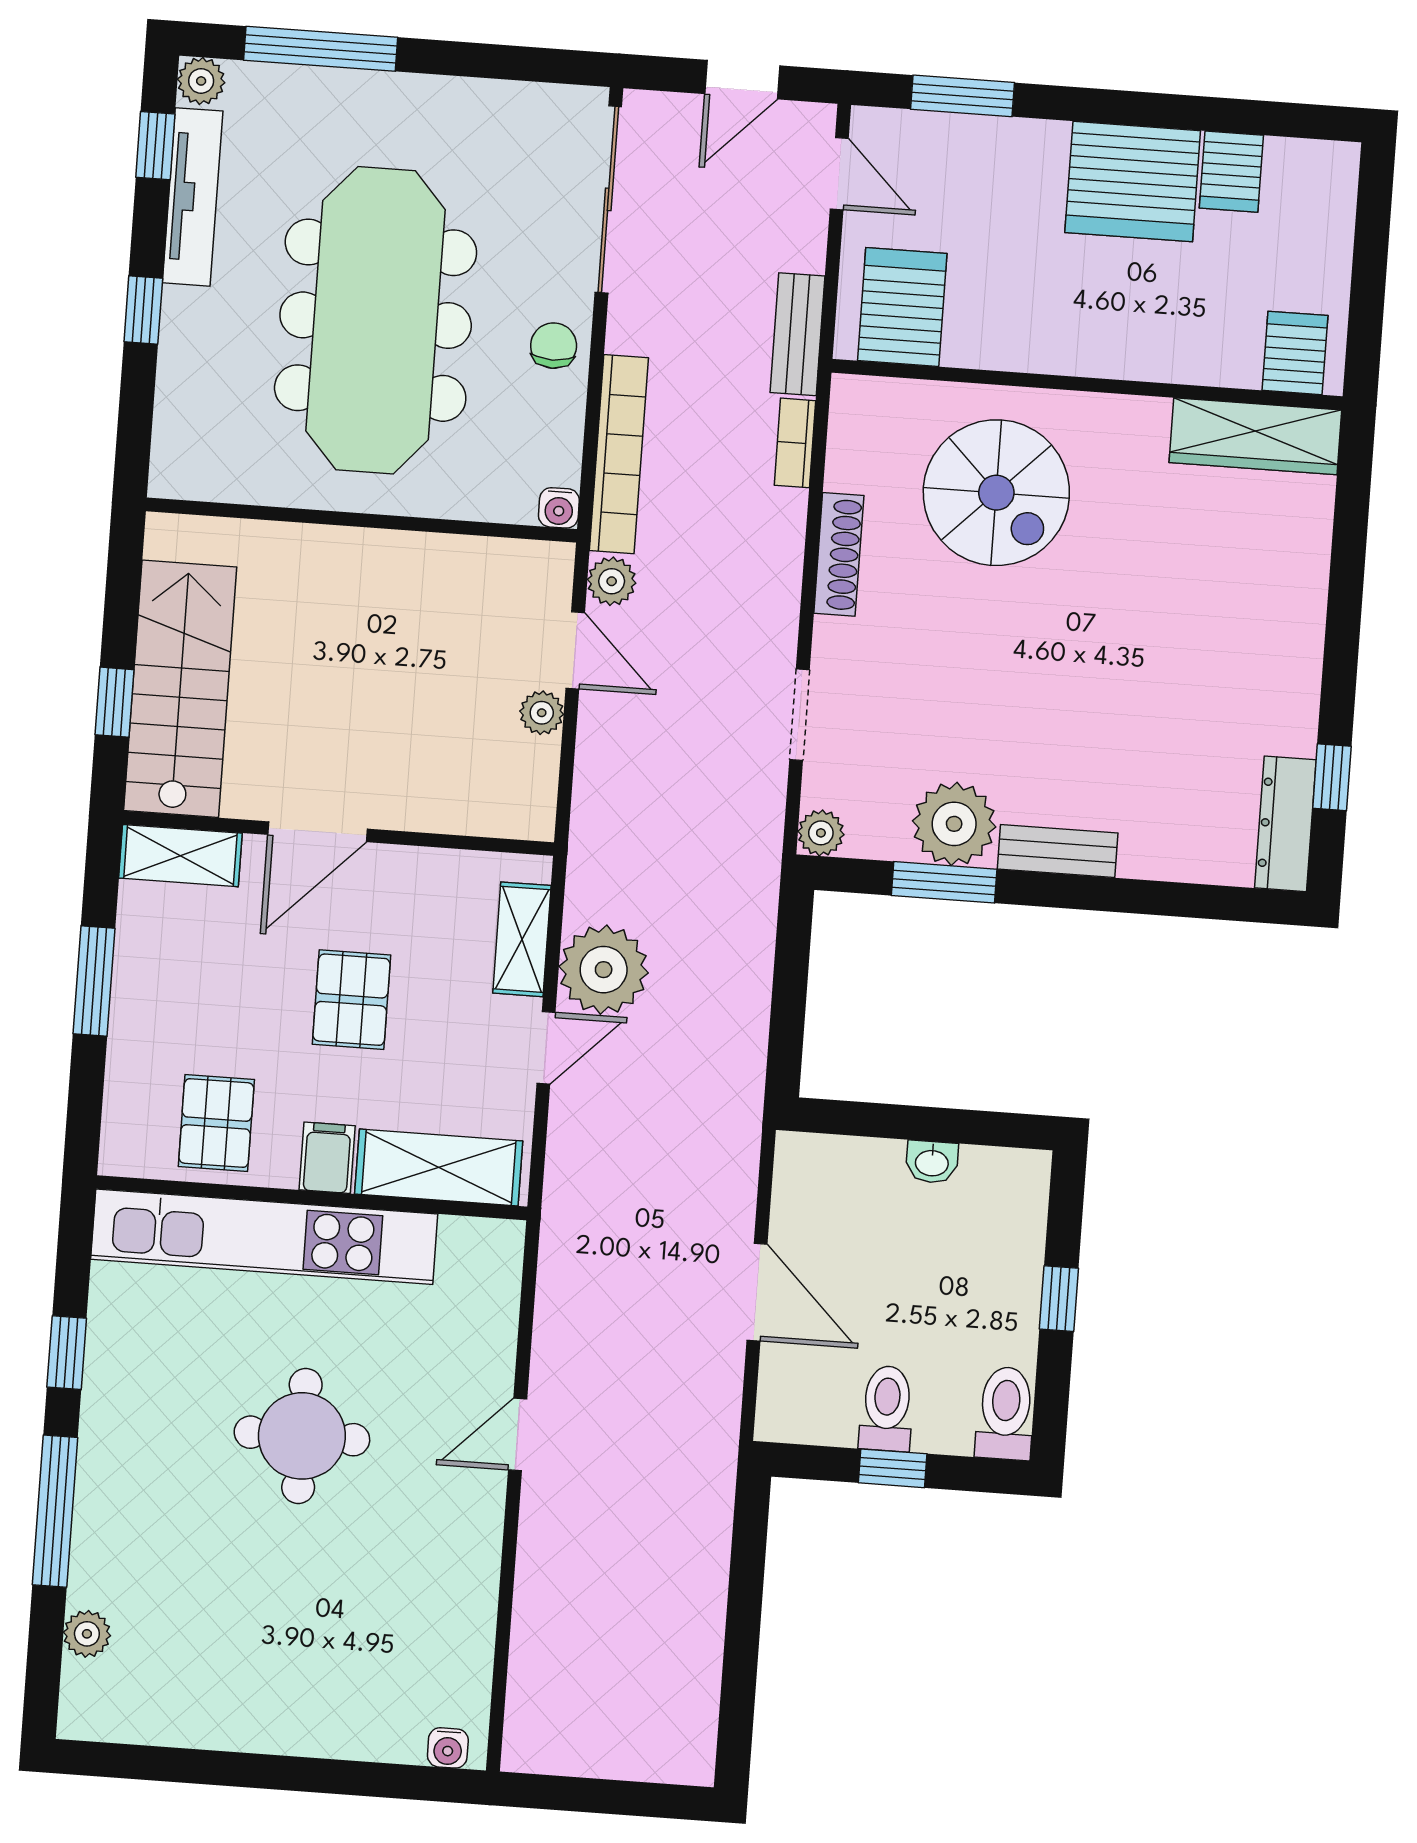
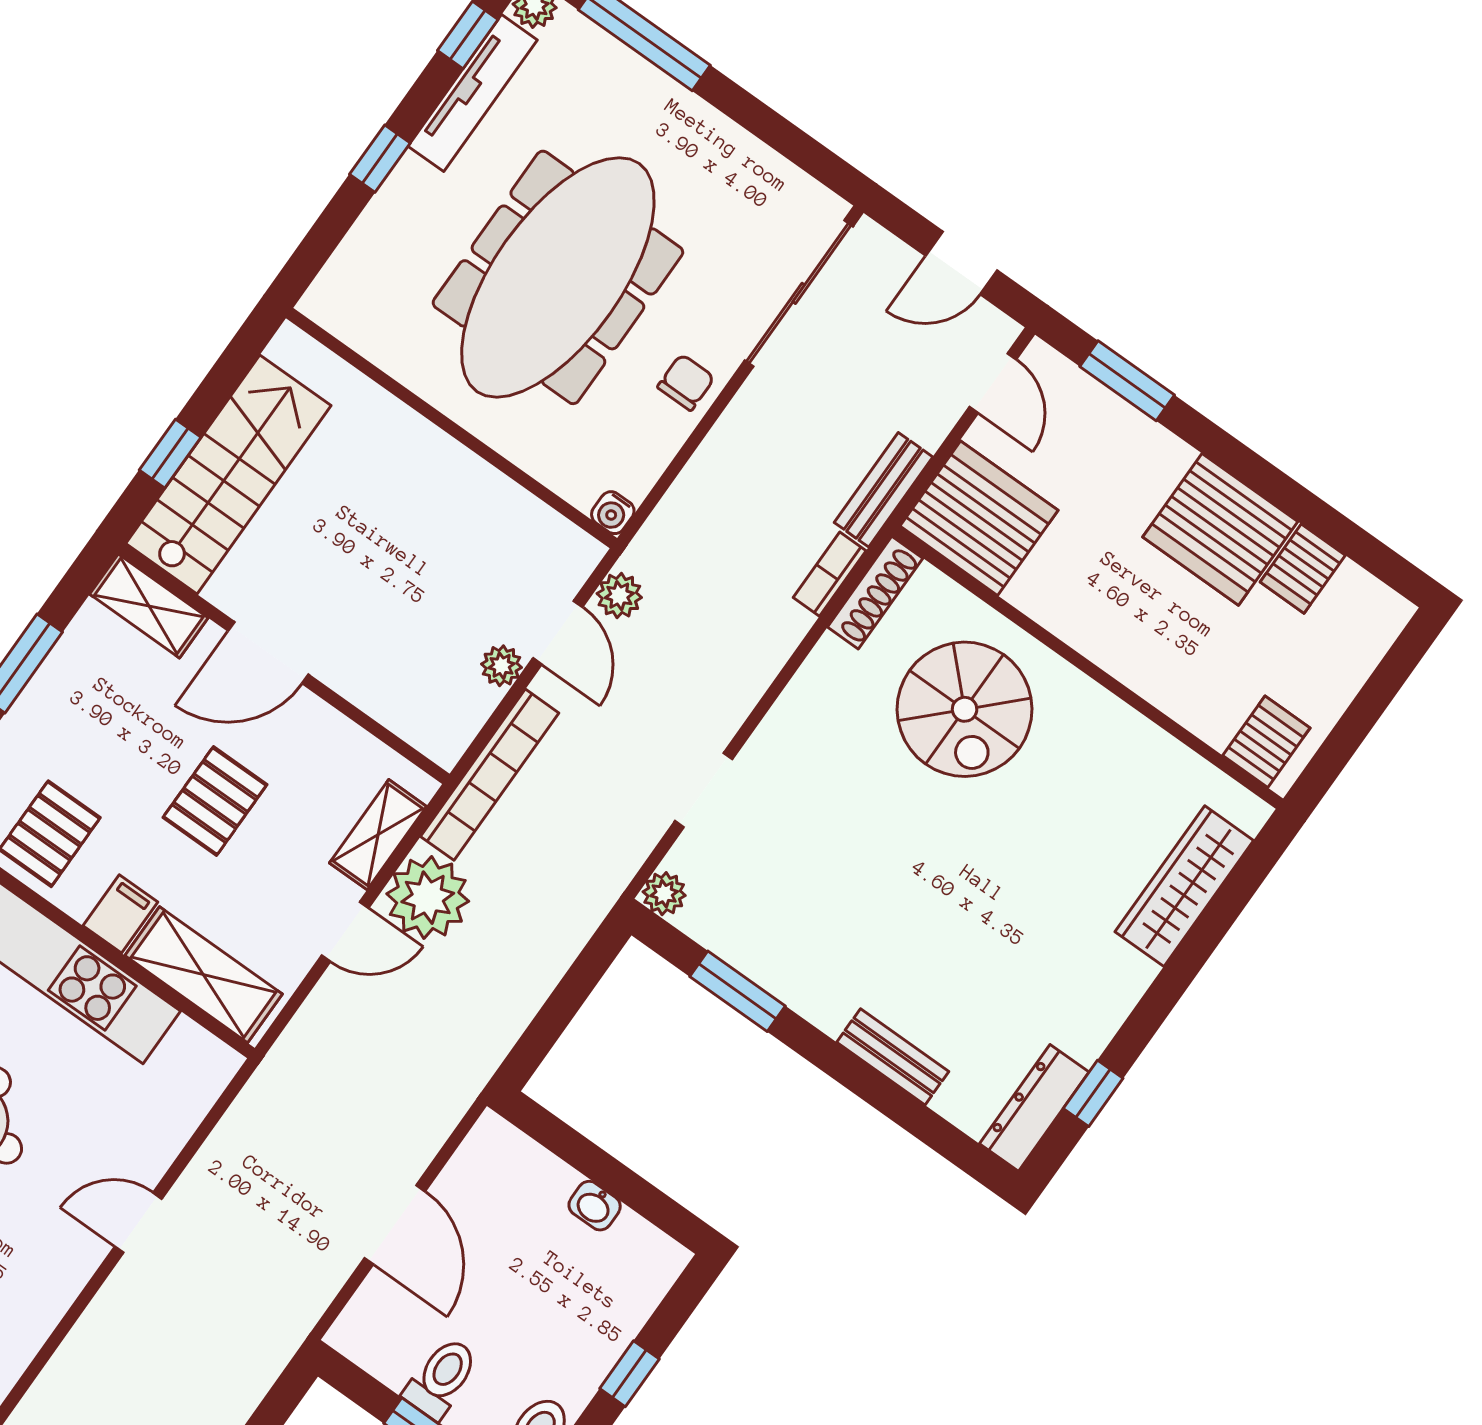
server rack: (902, 307) -> (979, 518), width x1.60
wardrobe: (1255, 436) -> (1184, 886), moved, turned 90
bookcase: (619, 454) -> (490, 775), moved
shoe rack: (839, 554) -> (875, 593), moved
plant: (954, 824) -> (773, 950), removed
bench: (1058, 851) -> (893, 1057), moved

